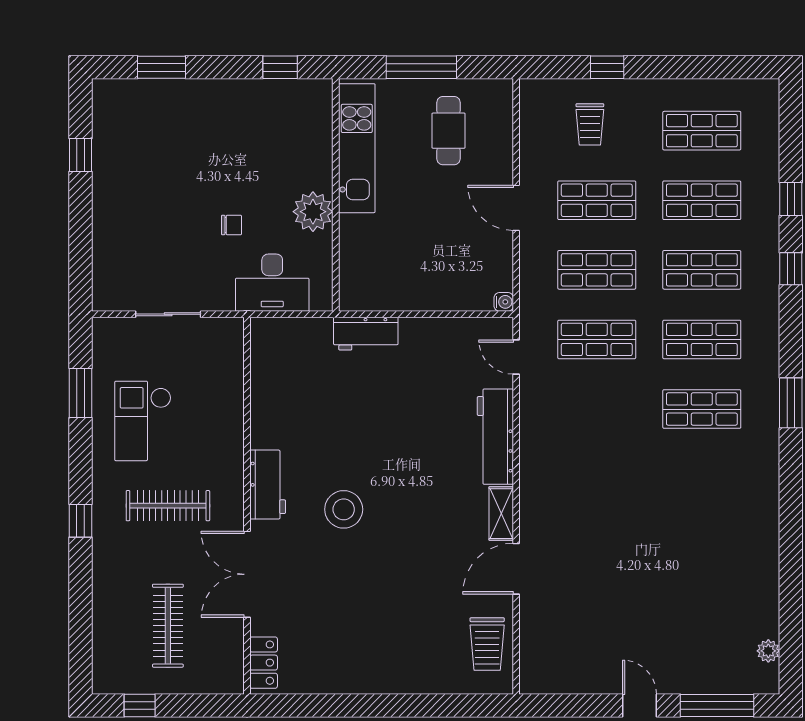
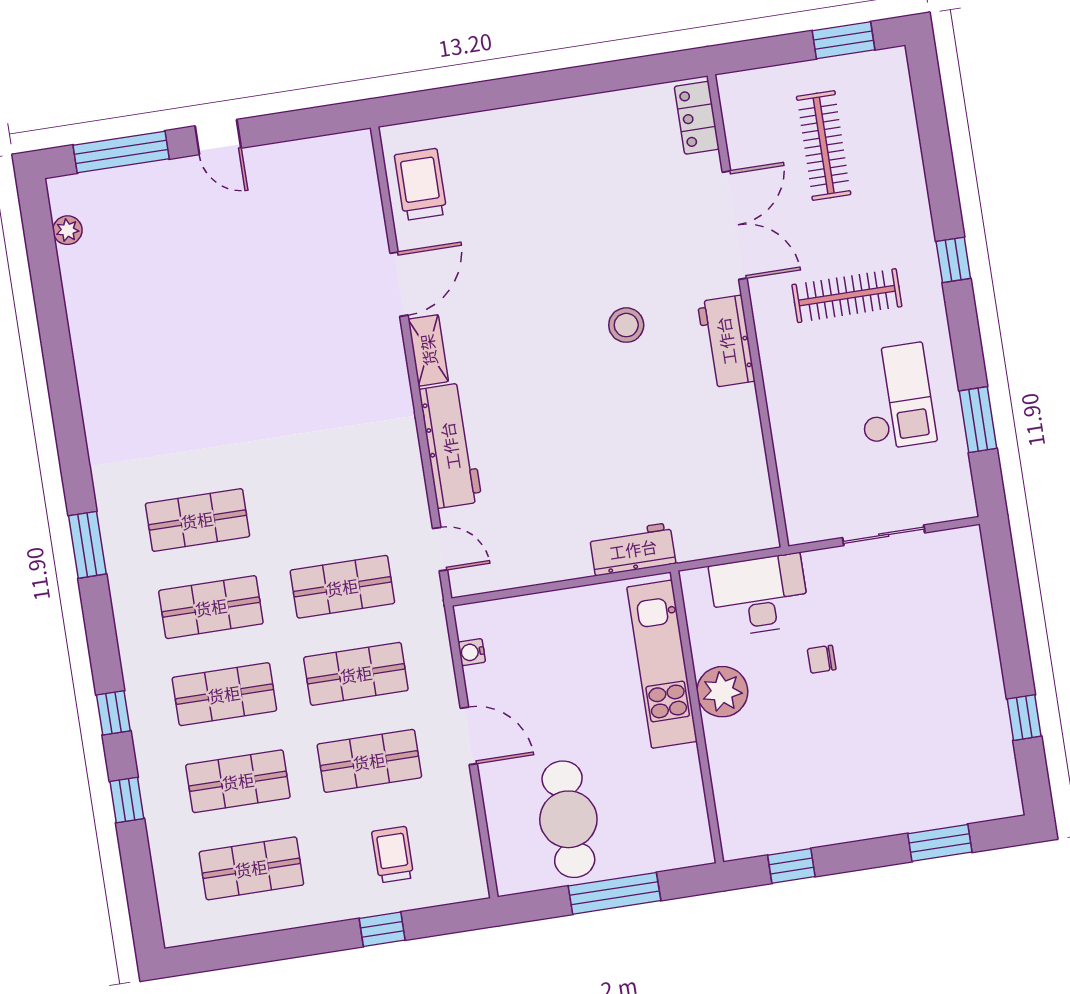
cafe table: (449, 131) -> (568, 819), width x1.37, depth x1.35
kitchen unit: (357, 148) -> (662, 664), moved
water cooler: (504, 302) -> (472, 652), moved
stool: (344, 509) -> (626, 325), width x0.73, depth x0.73
window: (140, 705) -> (844, 40), width x1.50

